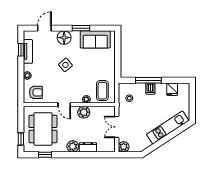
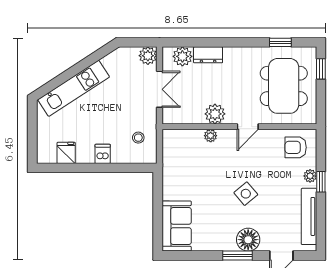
window: (81, 28) -> (238, 256), moved
sofa: (95, 39) -> (177, 226), moved, turned 90
window: (21, 50) -> (321, 182), moved
tv unit: (28, 51) -> (309, 216), width x1.41
window: (148, 80) -> (106, 168), removed
coffee table: (102, 91) -> (184, 150), removed
door: (64, 105) -> (248, 127), swing flipped
plant: (73, 146) -> (182, 56), moved

